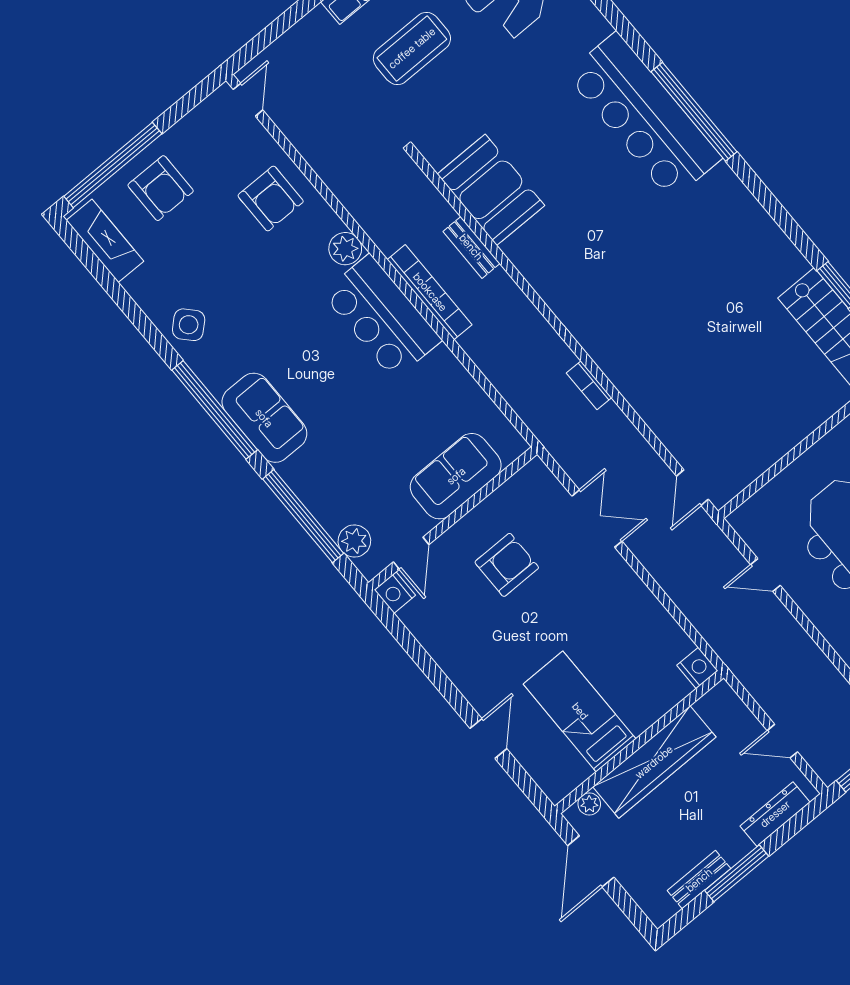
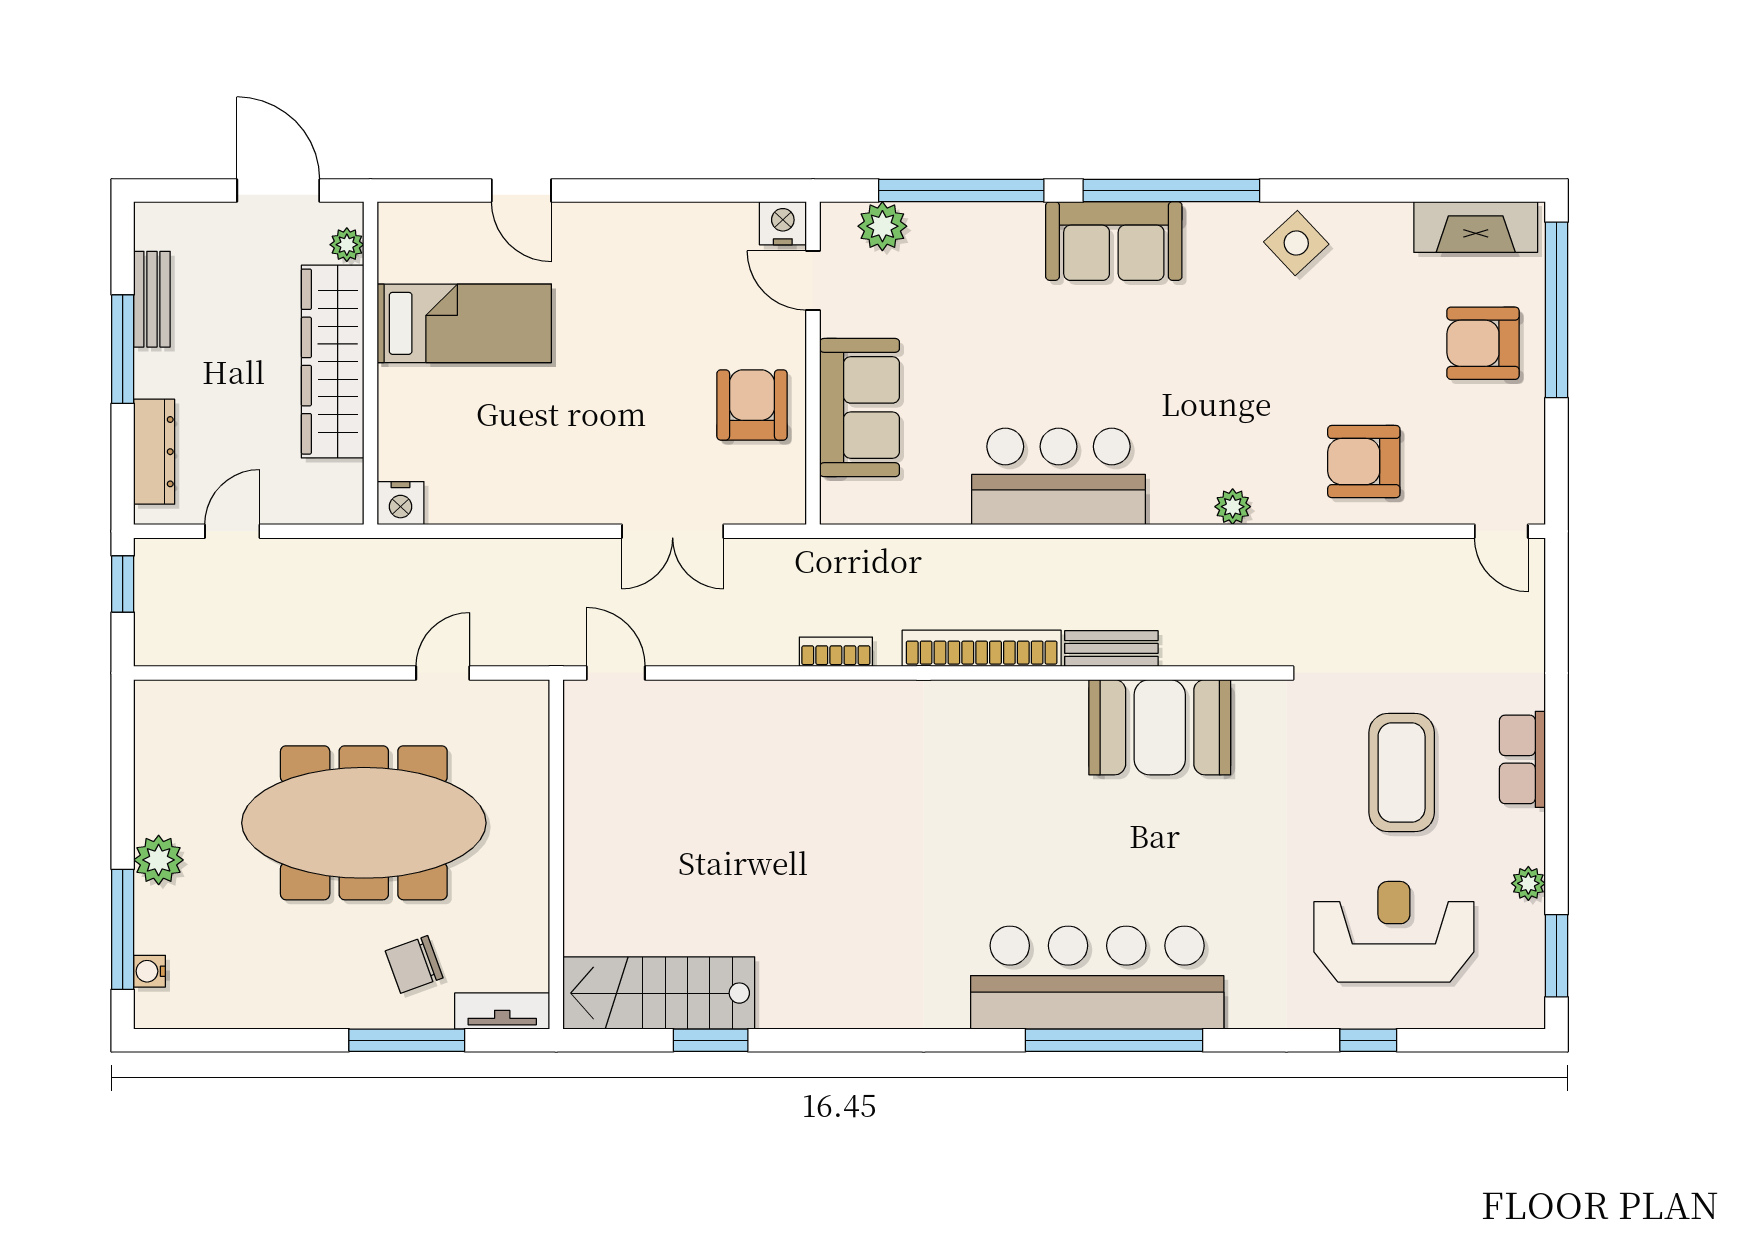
window: (694, 112) -> (1114, 1040), moved
plant: (345, 249) -> (1233, 507), width x0.73, depth x0.73
bookcase: (430, 292) -> (982, 648), moved, turned 180
bar counter: (382, 317) -> (1059, 476), moved
armchair: (507, 565) -> (752, 405), moved, turned 180

